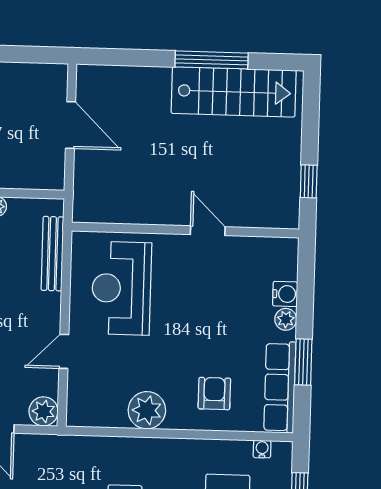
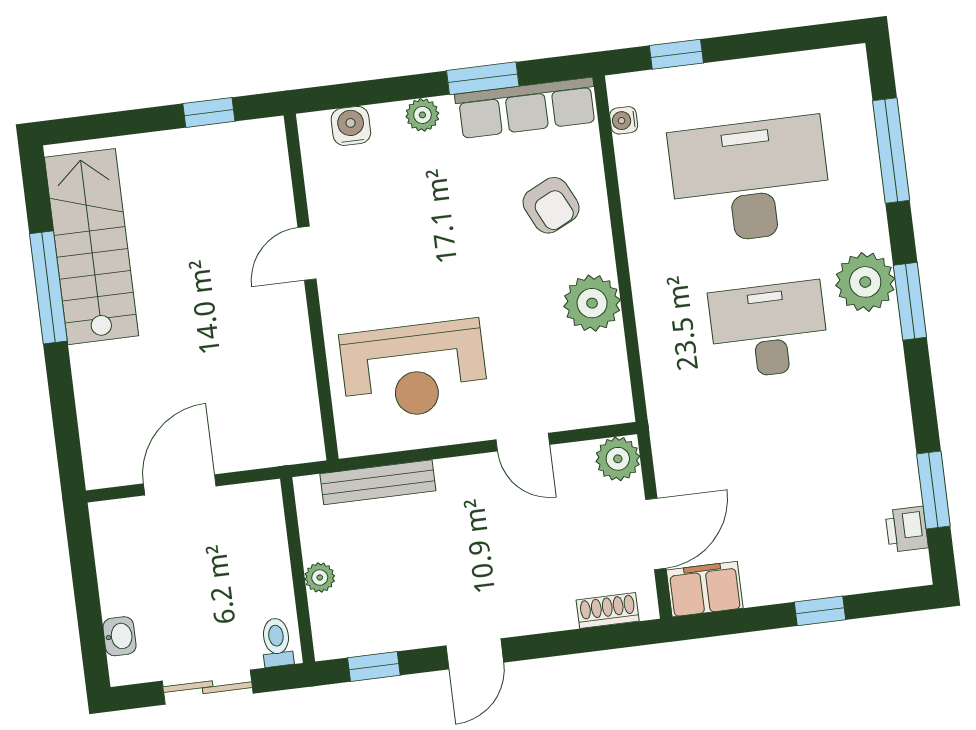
water cooler: (285, 294) -> (351, 126), moved
armchair: (214, 394) -> (551, 205), turned -116

